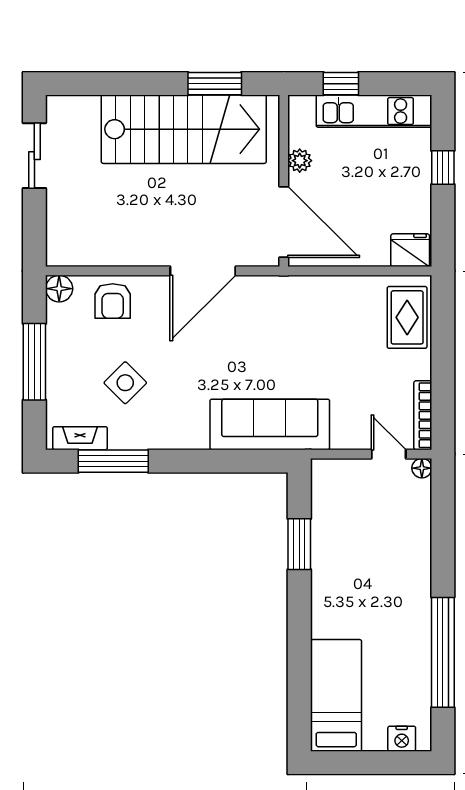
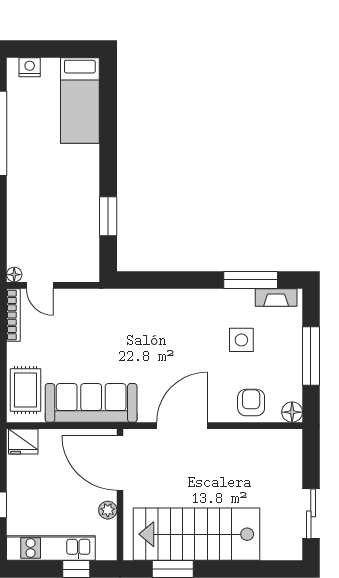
side table: (125, 383) -> (241, 340), turned 45
sofa: (270, 424) -> (91, 403), moved, turned 180

